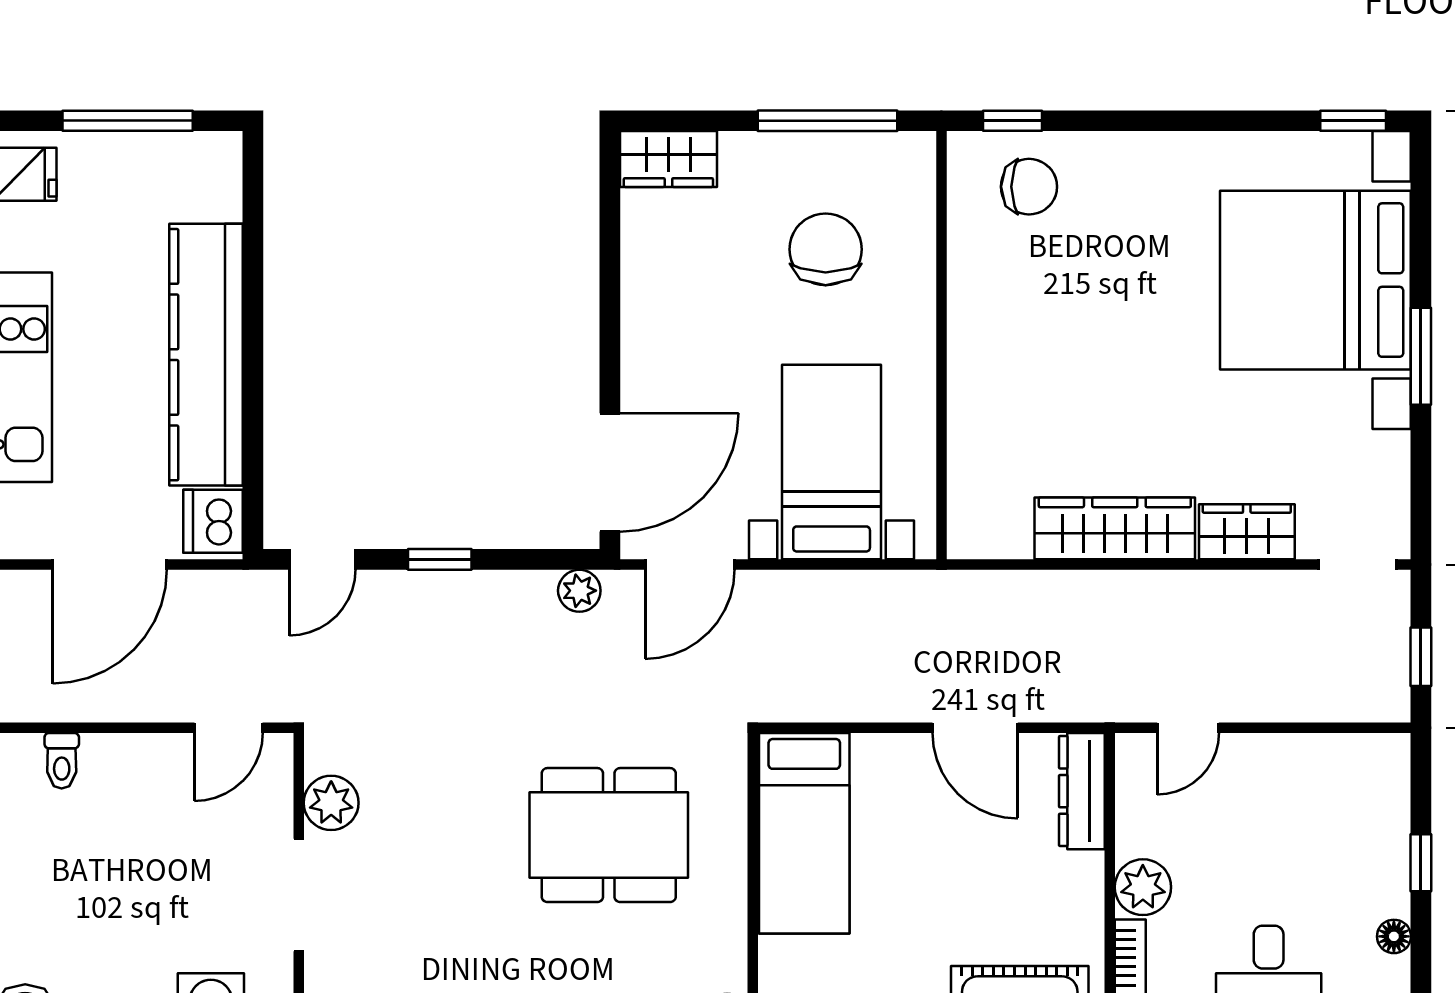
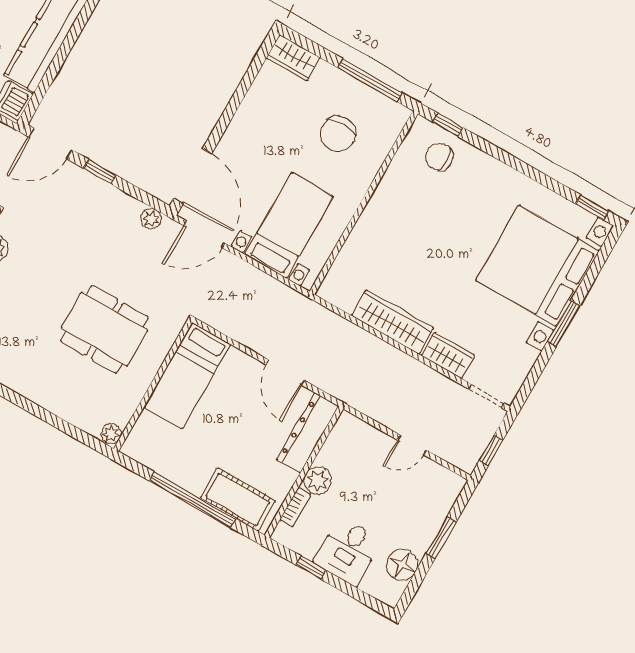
chair: (1029, 187) -> (439, 157), turned 180
chair: (826, 249) -> (338, 134), turned 180
door: (610, 472) -> (193, 176), hinge flipped
door: (322, 559) -> (50, 143), width x1.38
door: (1188, 728) -> (412, 445), moved
dresser: (1082, 791) -> (308, 433), width x1.37, depth x1.24
window: (1421, 863) -> (441, 538), width x1.50
floor lamp: (1394, 936) -> (402, 565), width x1.89, depth x1.89

